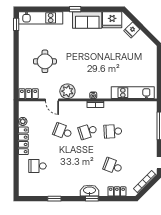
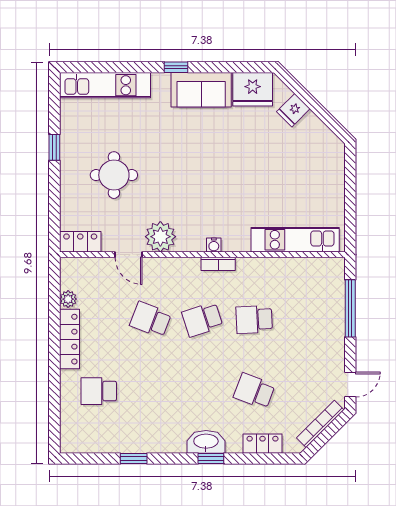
window: (16, 24) -> (54, 147), moved

